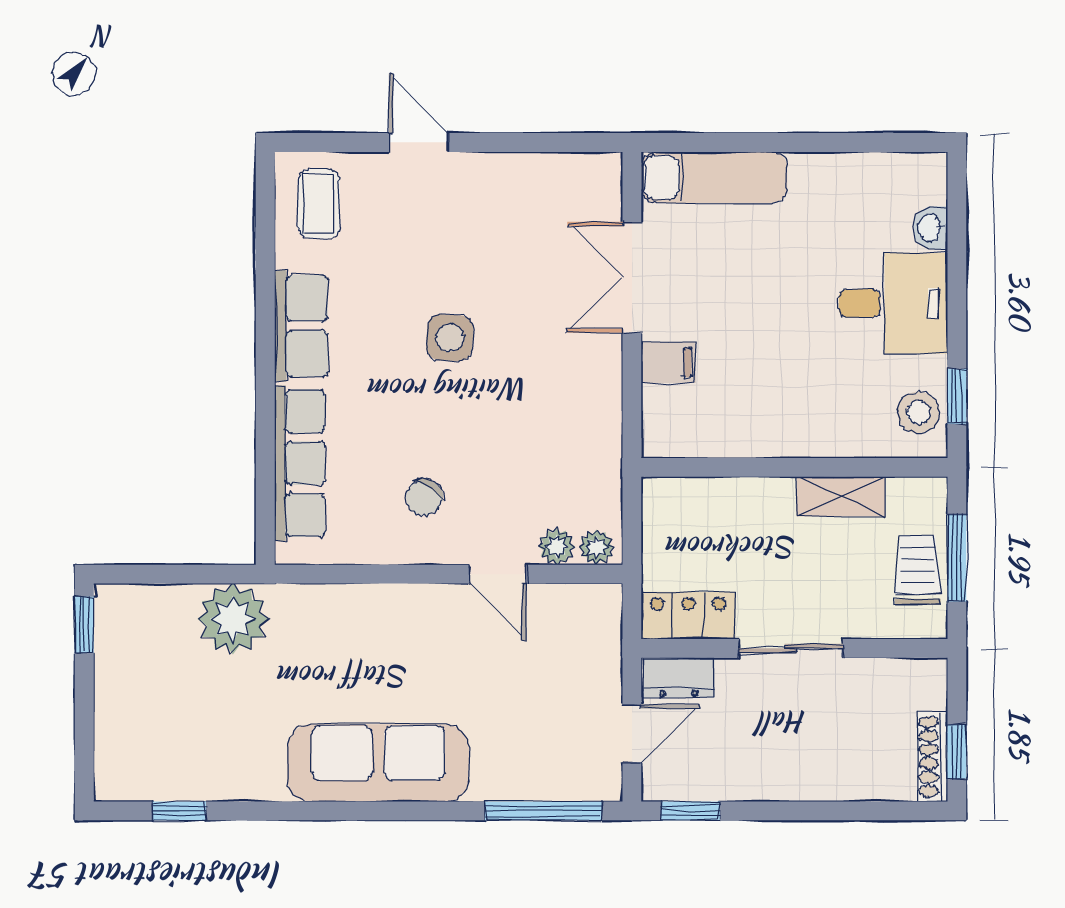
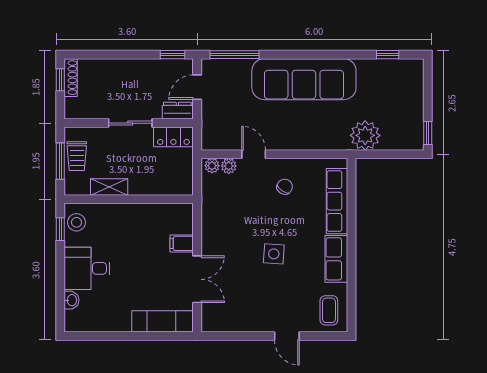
sofa: (378, 763) -> (304, 79), width x1.36, depth x1.27

